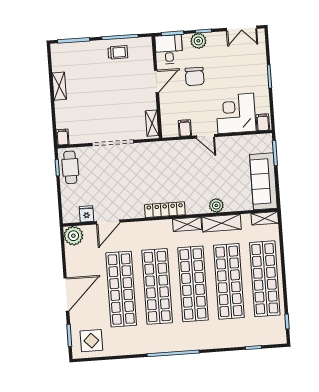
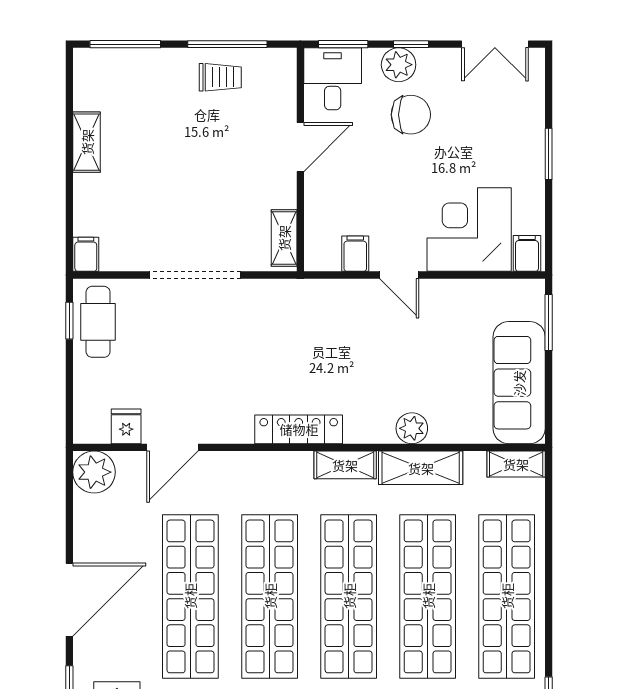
chair: (195, 76) -> (411, 115), moved, turned -90

